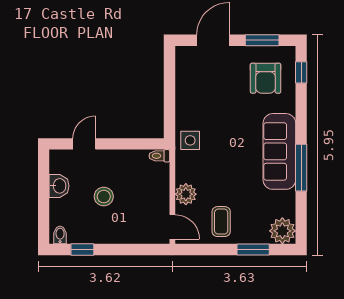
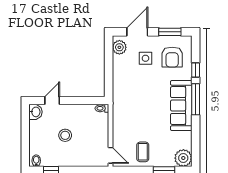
window: (301, 72) -> (196, 70), moved
side table: (190, 140) -> (145, 58), moved
window: (301, 168) -> (196, 99), moved
washbasin: (59, 186) -> (35, 112), moved
plant: (186, 194) -> (119, 47), moved

